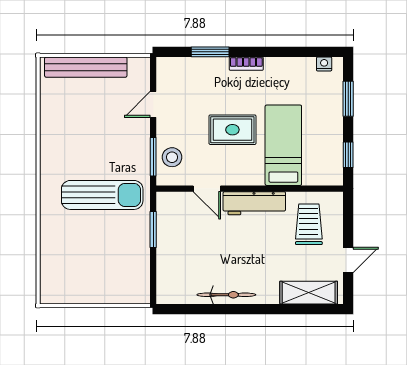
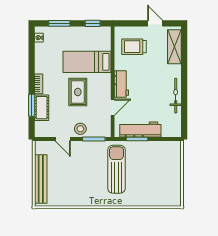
cot: (206, 69) -> (42, 108), added
stool: (172, 157) -> (80, 129), moved
workbench: (254, 203) -> (121, 84), width x0.73
workbench: (169, 235) -> (140, 130), added

